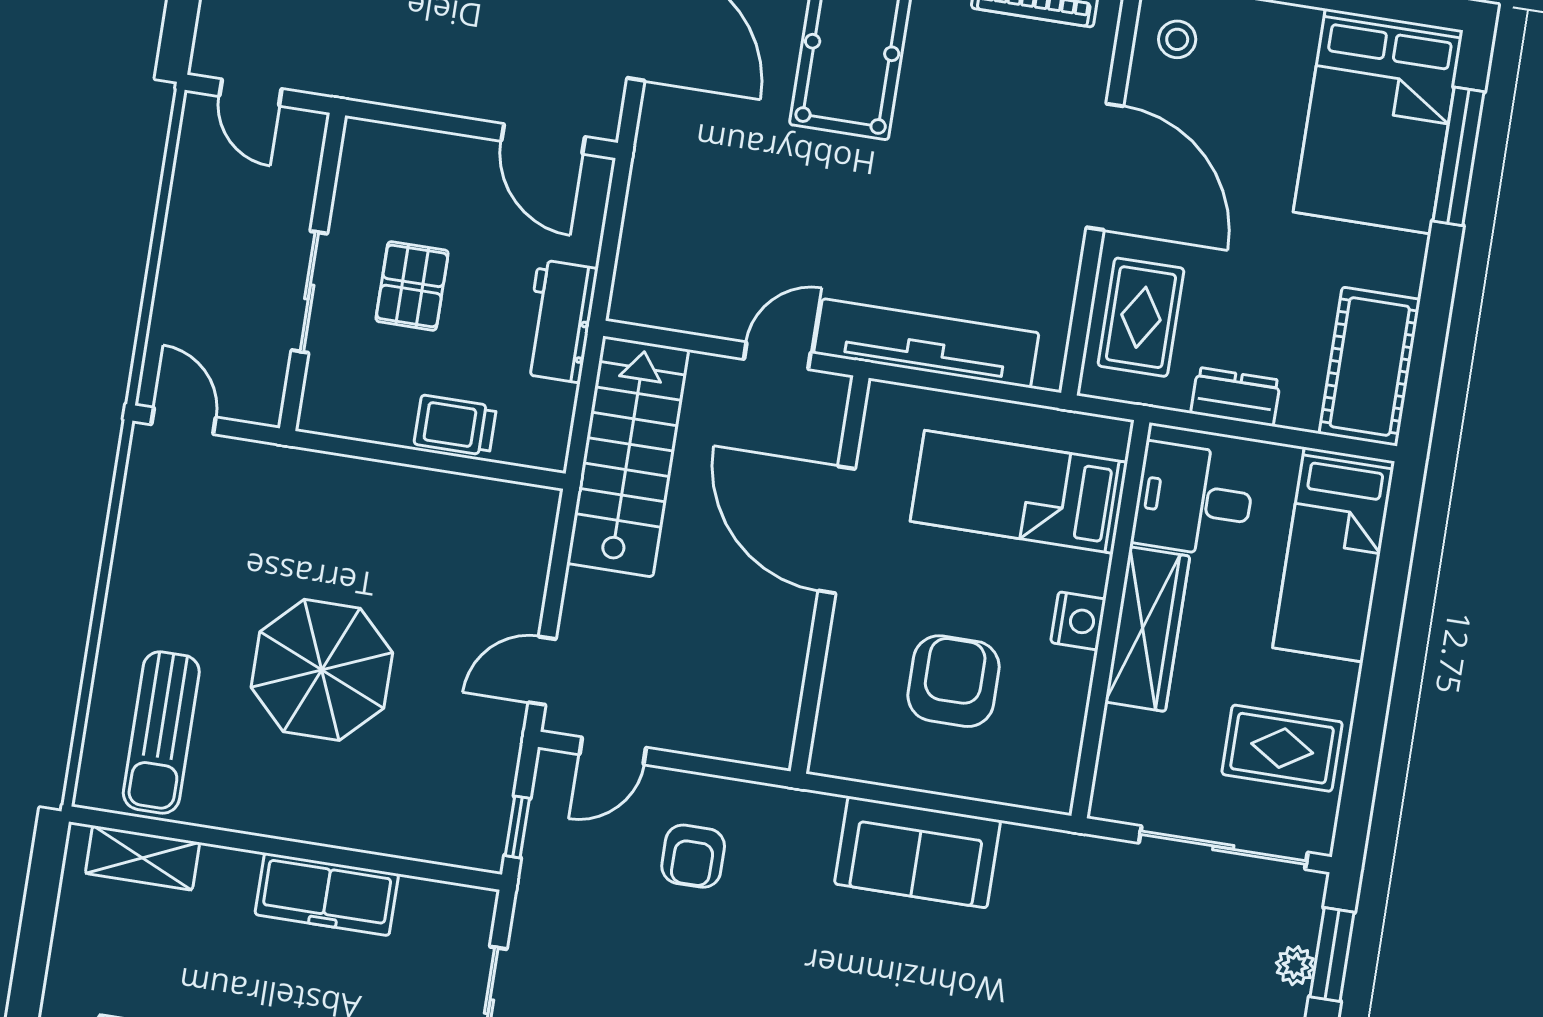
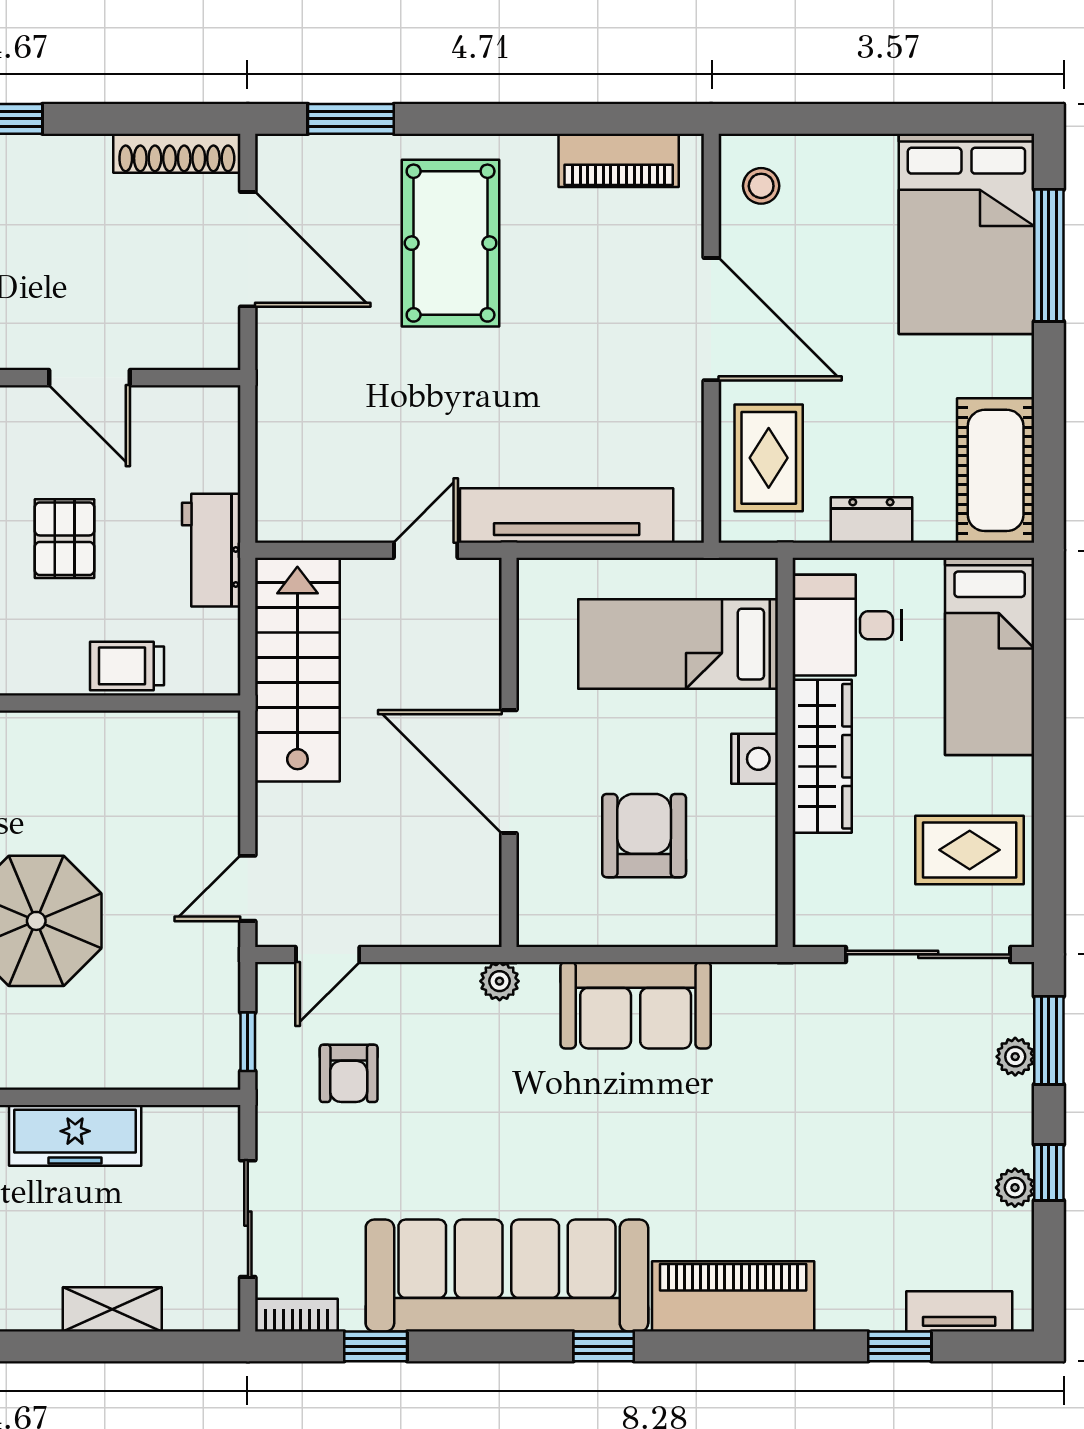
door: (543, 139) -> (90, 378), moved
door: (837, 530) -> (509, 772), moved
plant: (783, 806) -> (500, 981), added
armchair: (693, 856) -> (349, 1073), moved

